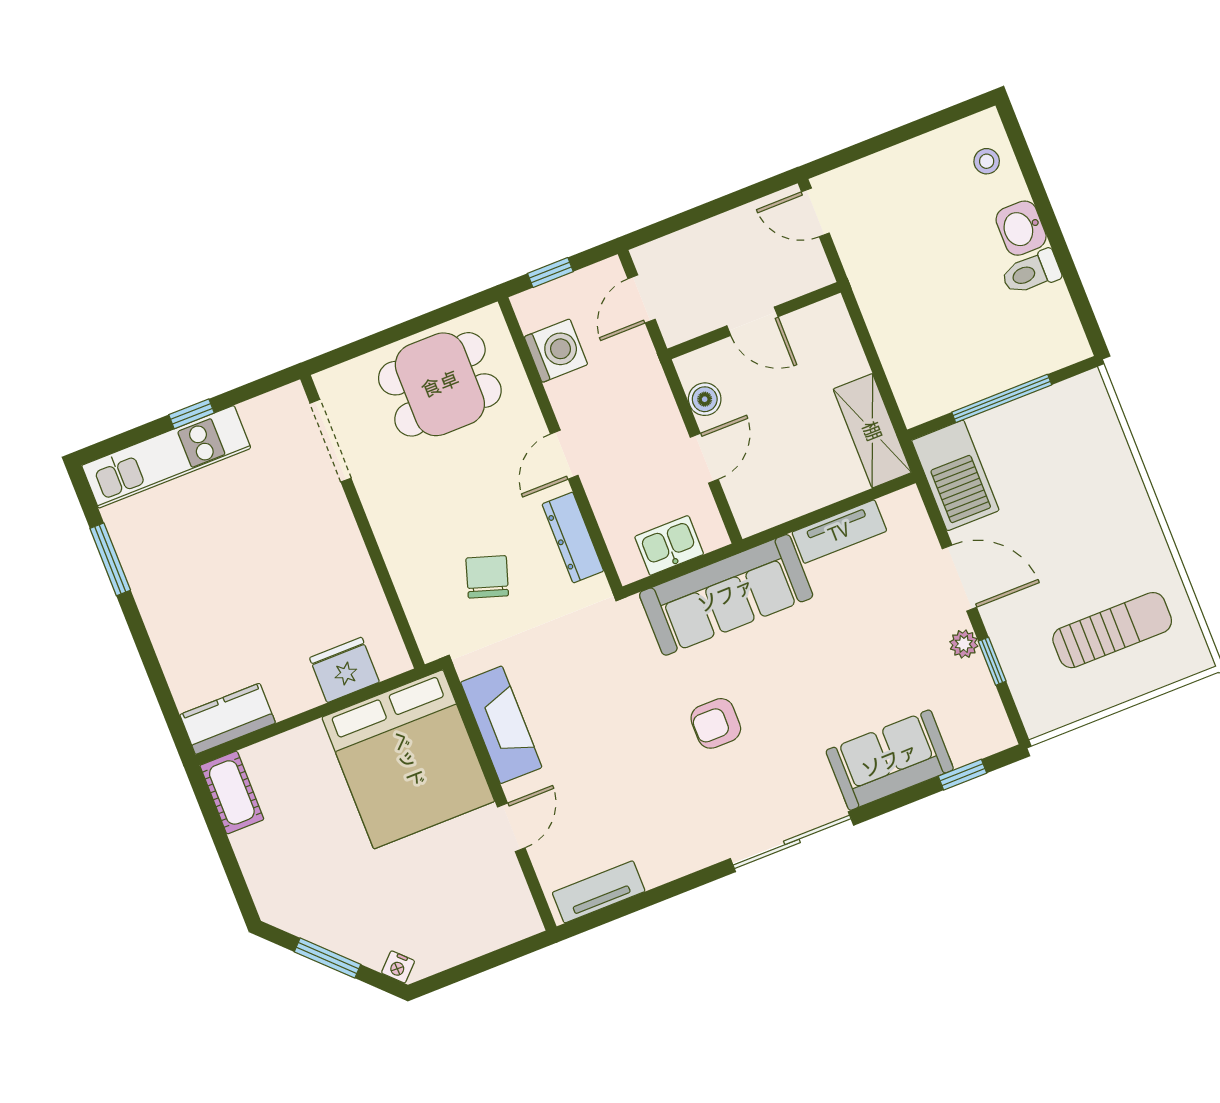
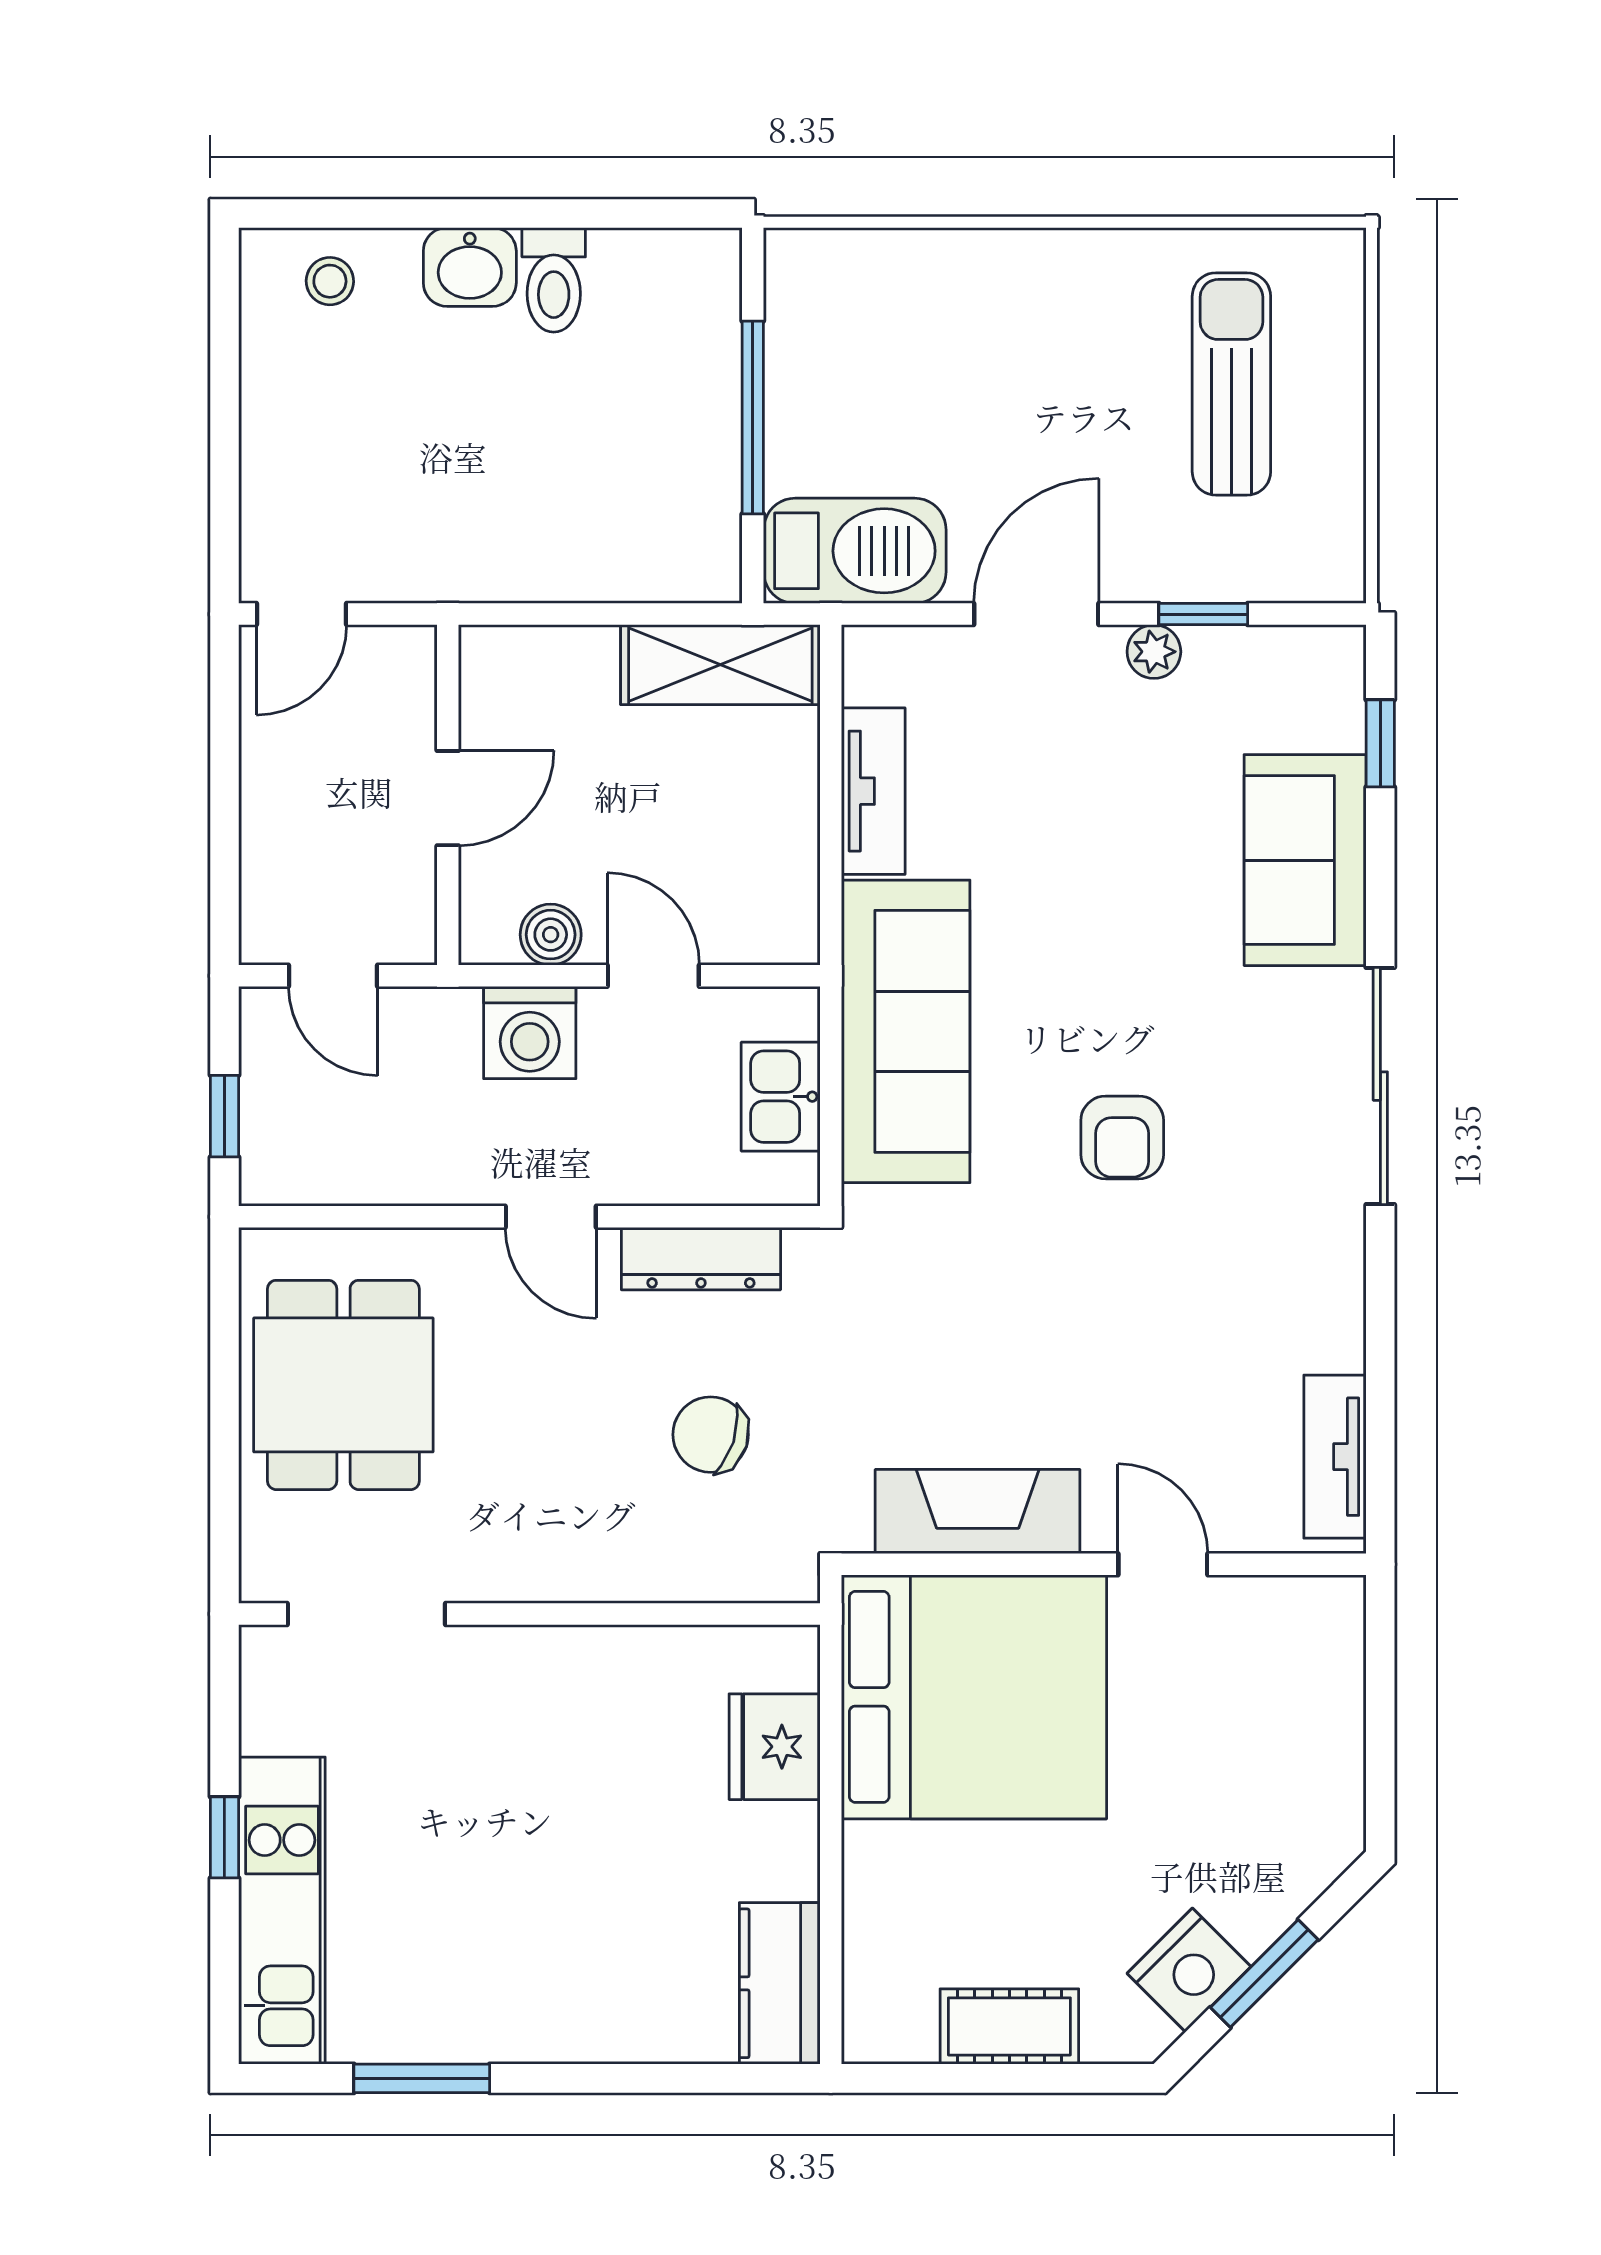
washing machine: (556, 351) -> (530, 1033), moved, turned 180
cot: (232, 792) -> (1009, 2026), moved
nightstand: (398, 967) -> (1189, 1970), moved, width x1.89, depth x1.79

